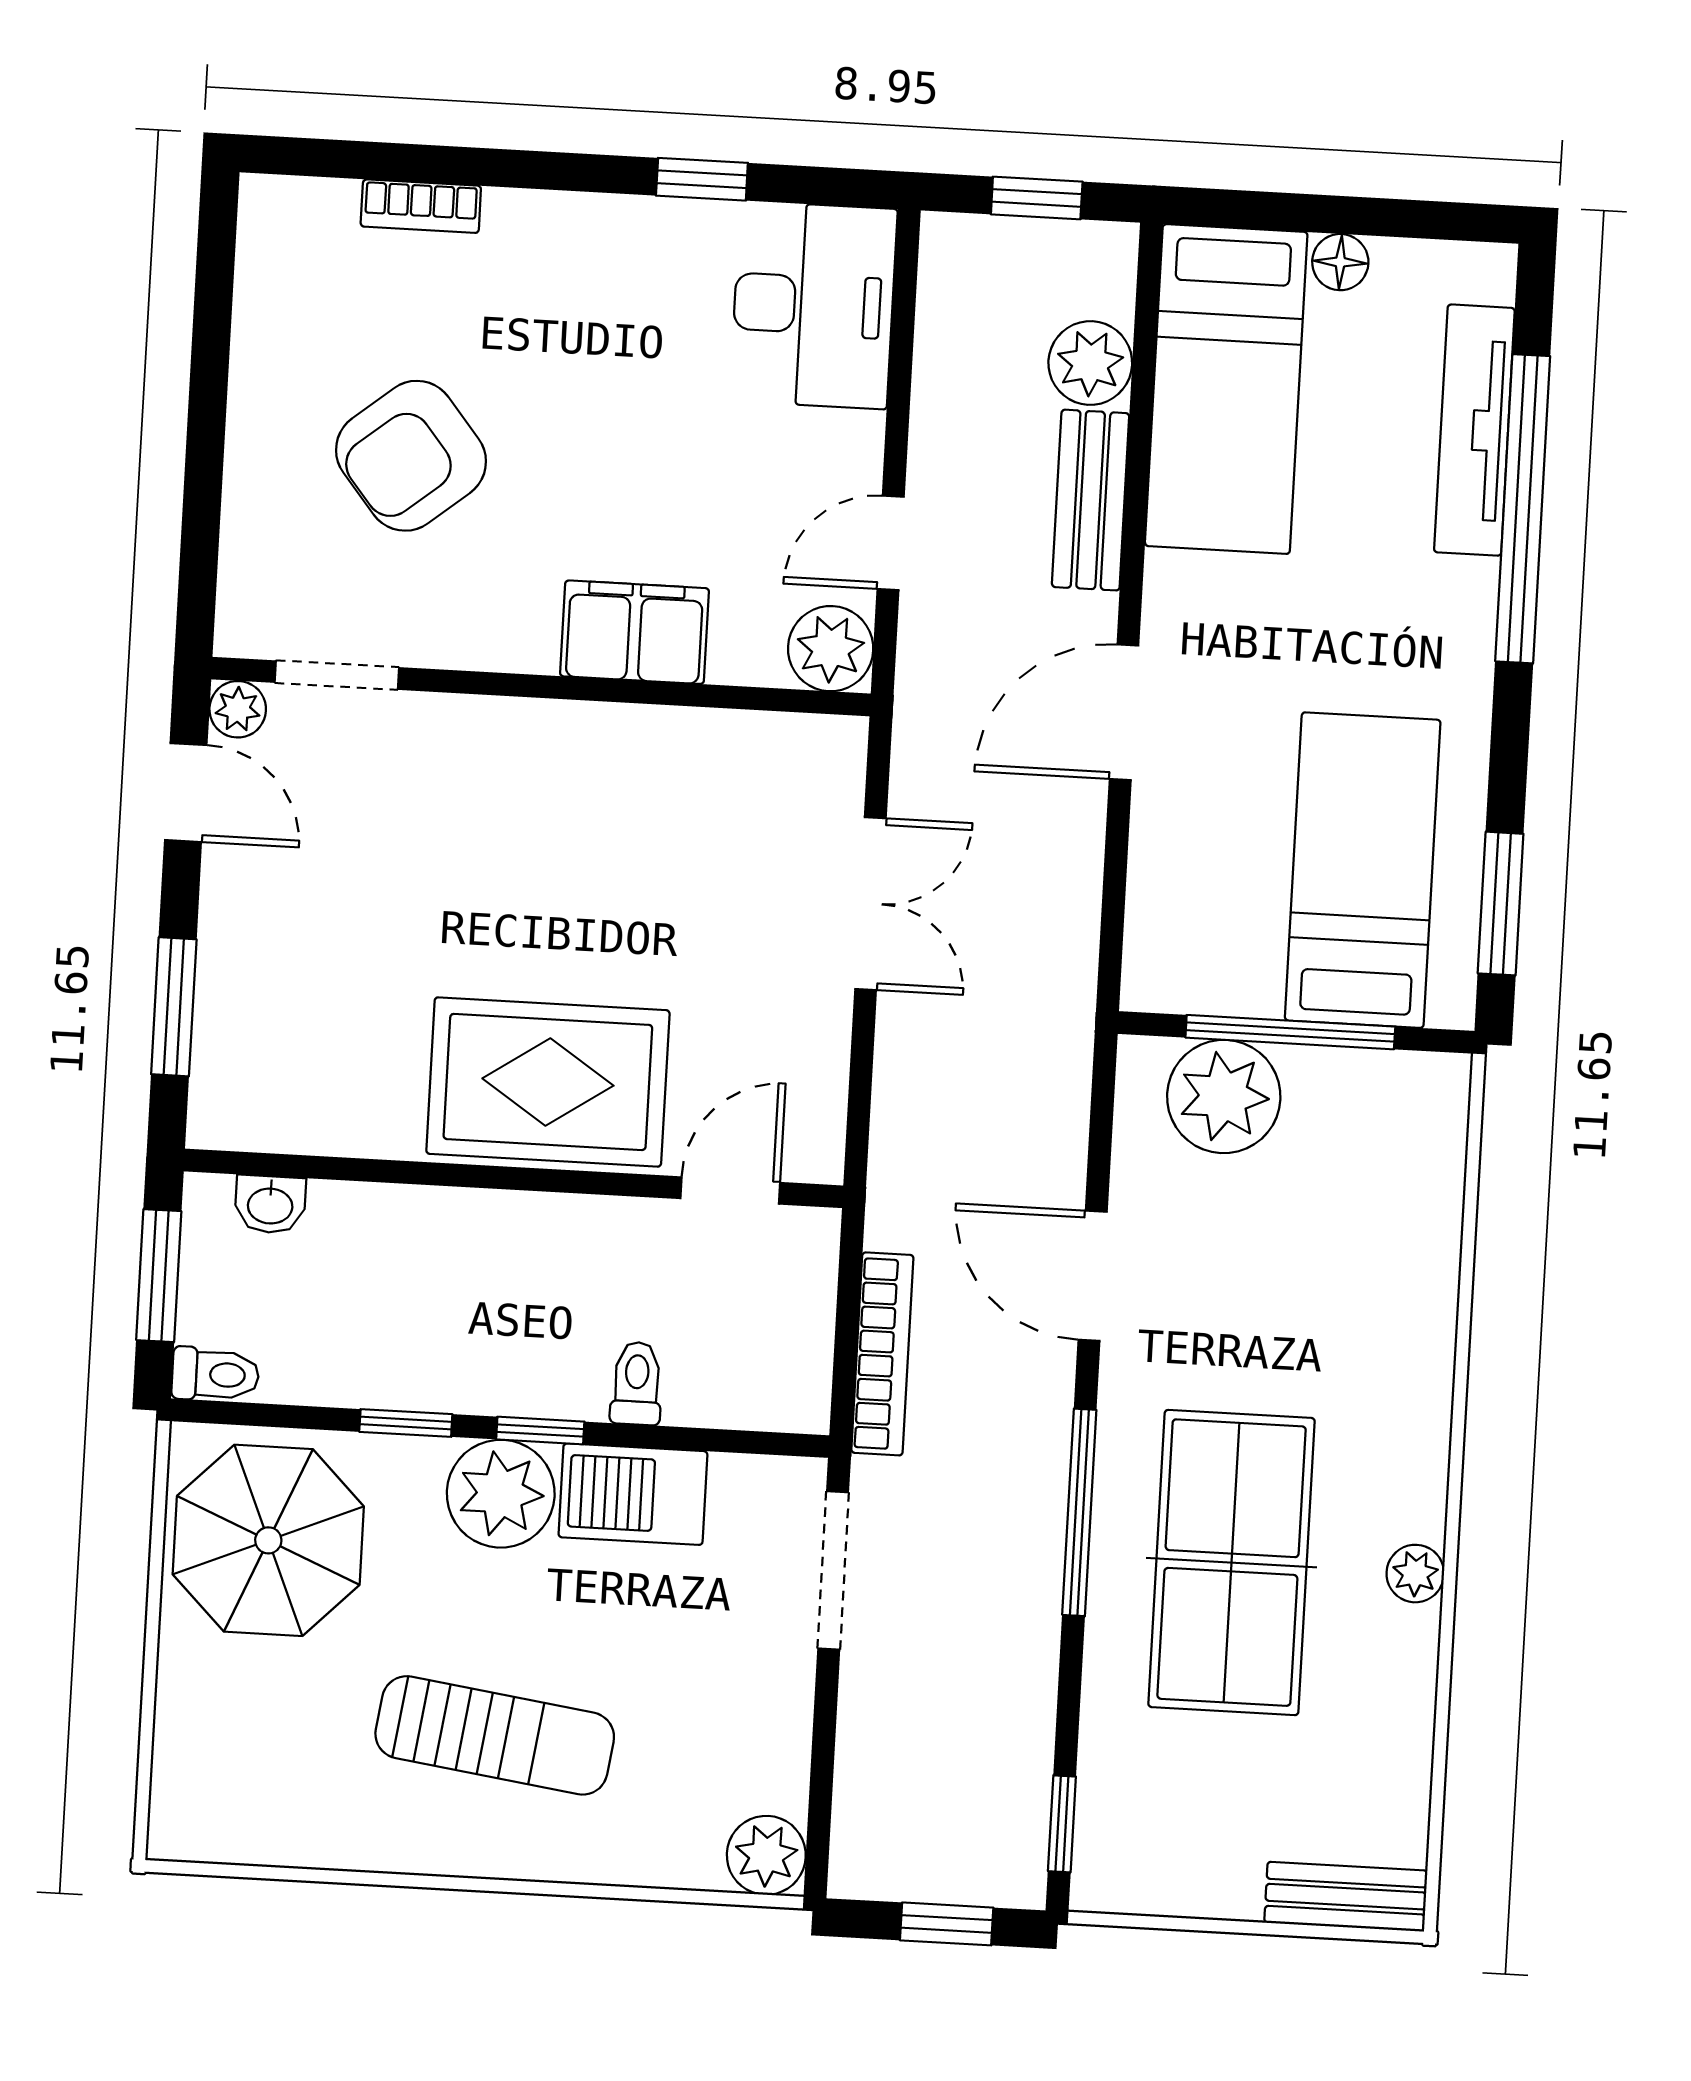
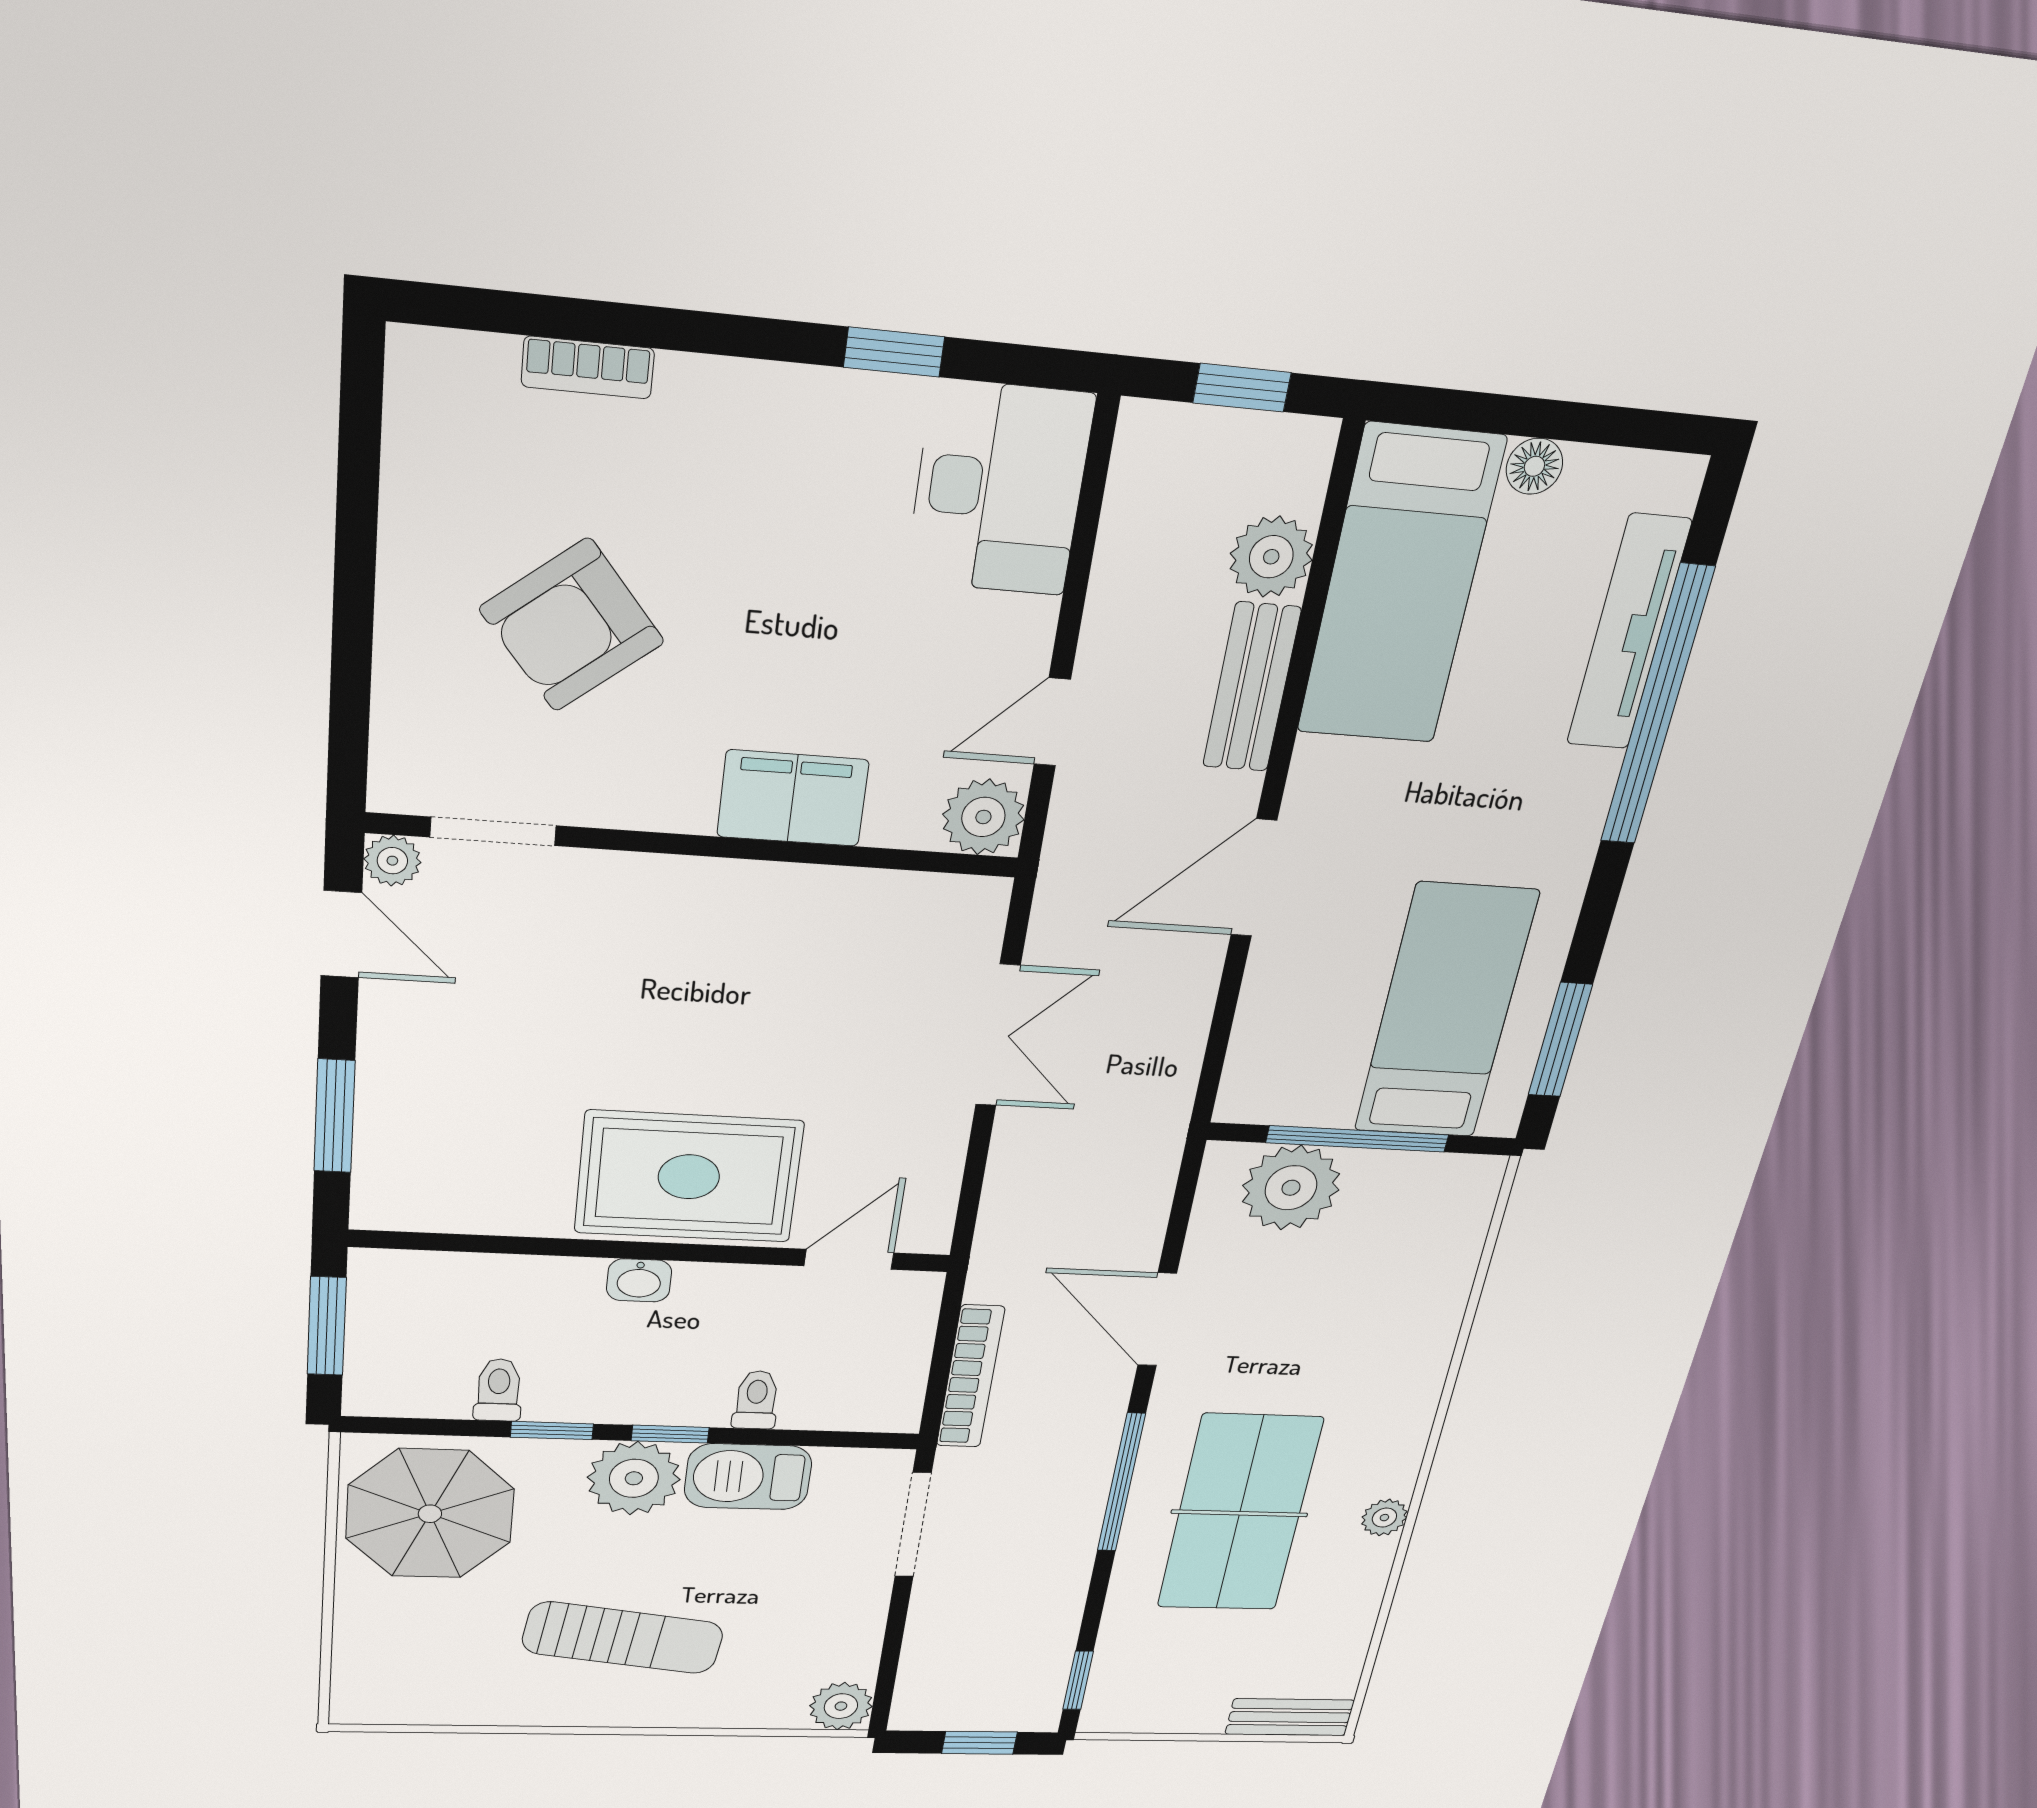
washbasin: (270, 1204) -> (639, 1280), moved
toilet: (215, 1374) -> (498, 1390), moved, turned -90

